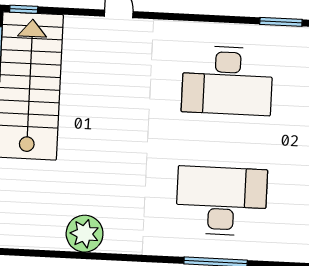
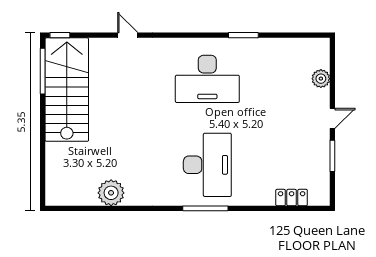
desk: (221, 201) -> (207, 165), turned 90

